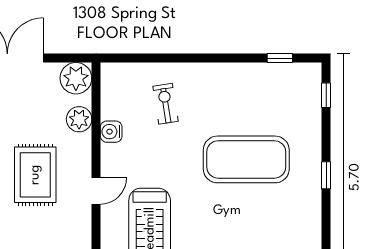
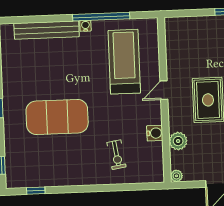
plant: (76, 78) -> (176, 176), width x0.53, depth x0.53

